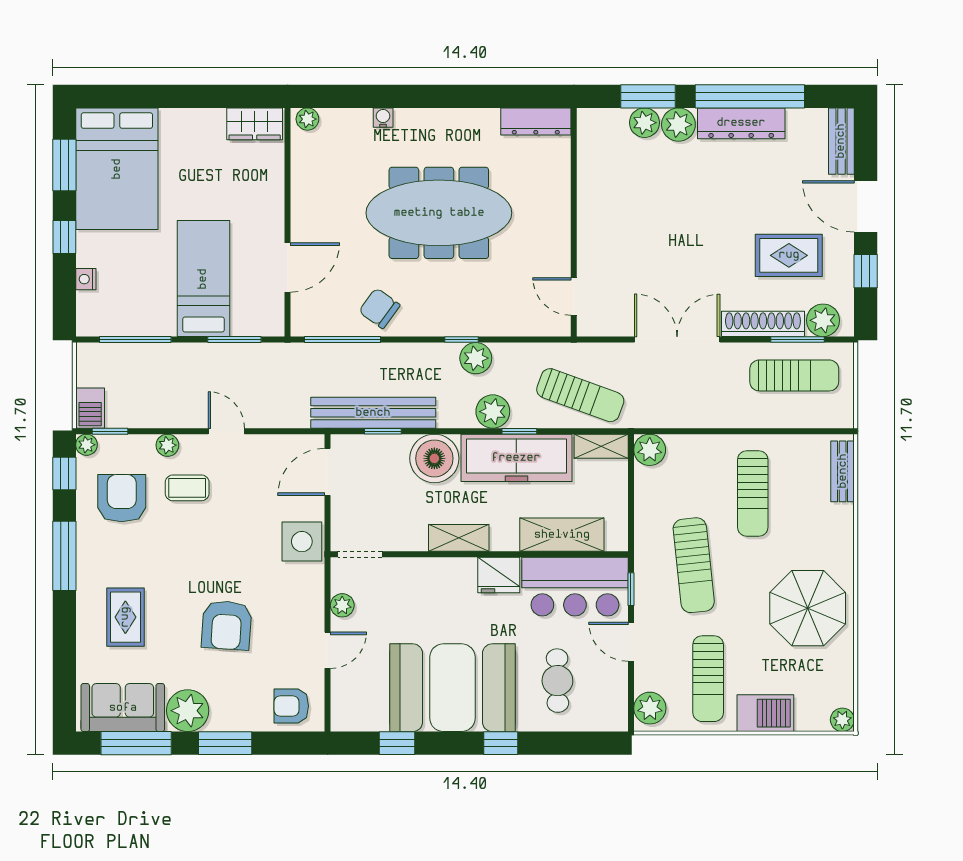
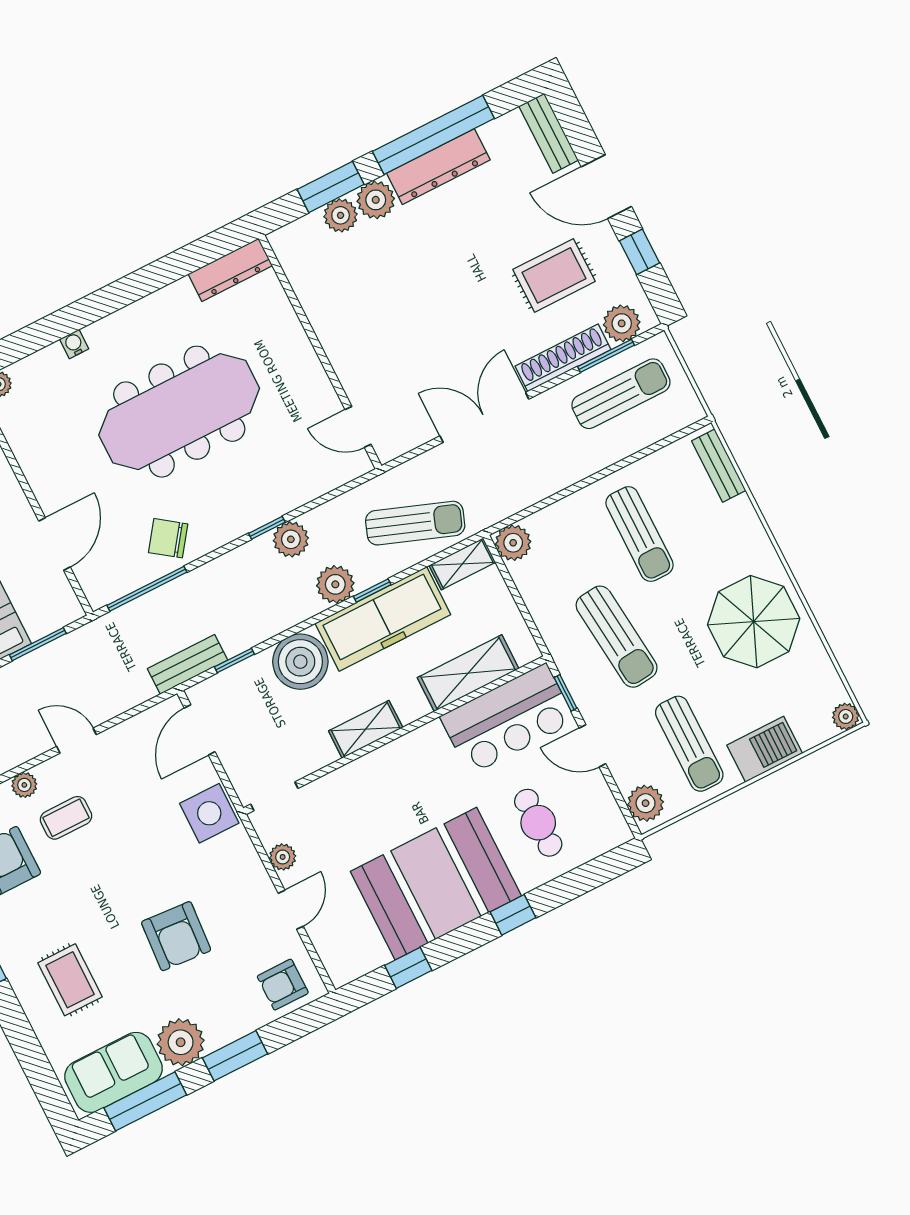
bench: (373, 413) -> (187, 664), width x0.54, depth x0.82
fridge: (499, 575) -> (425, 746), removed

